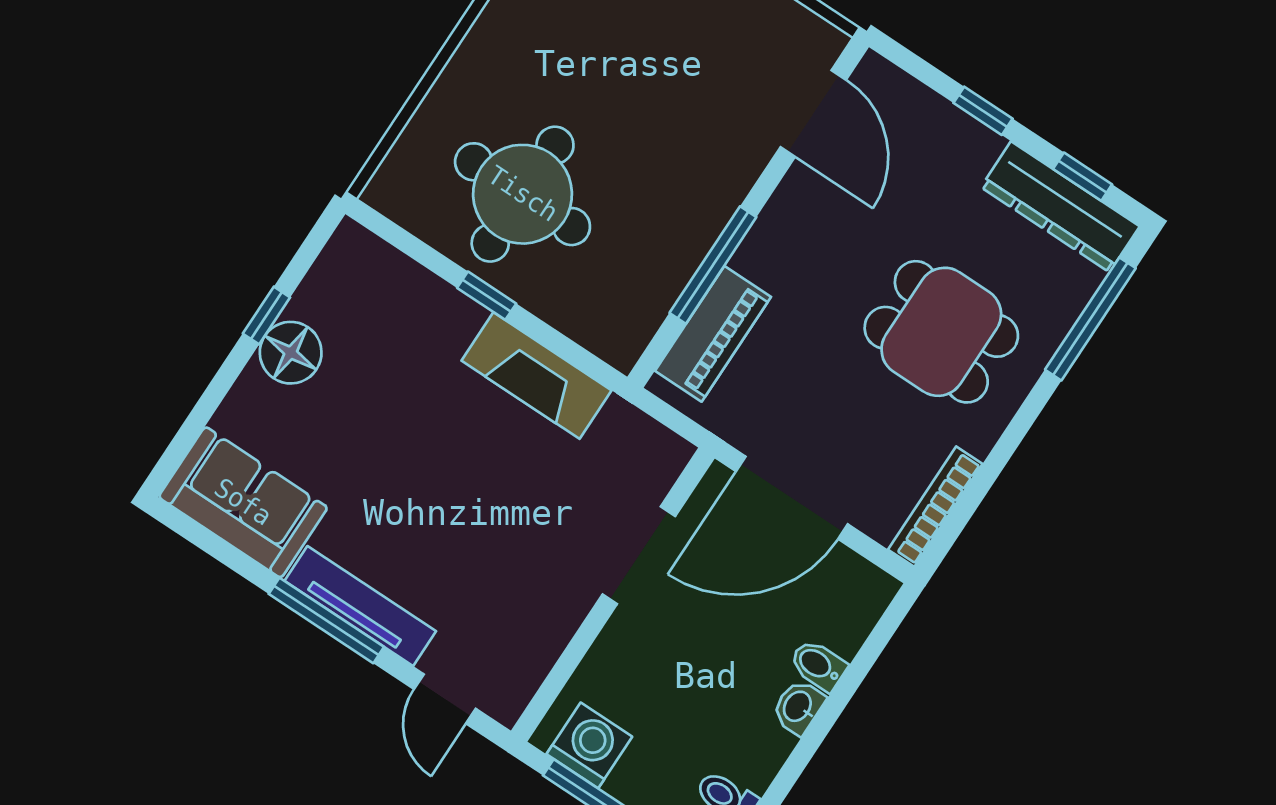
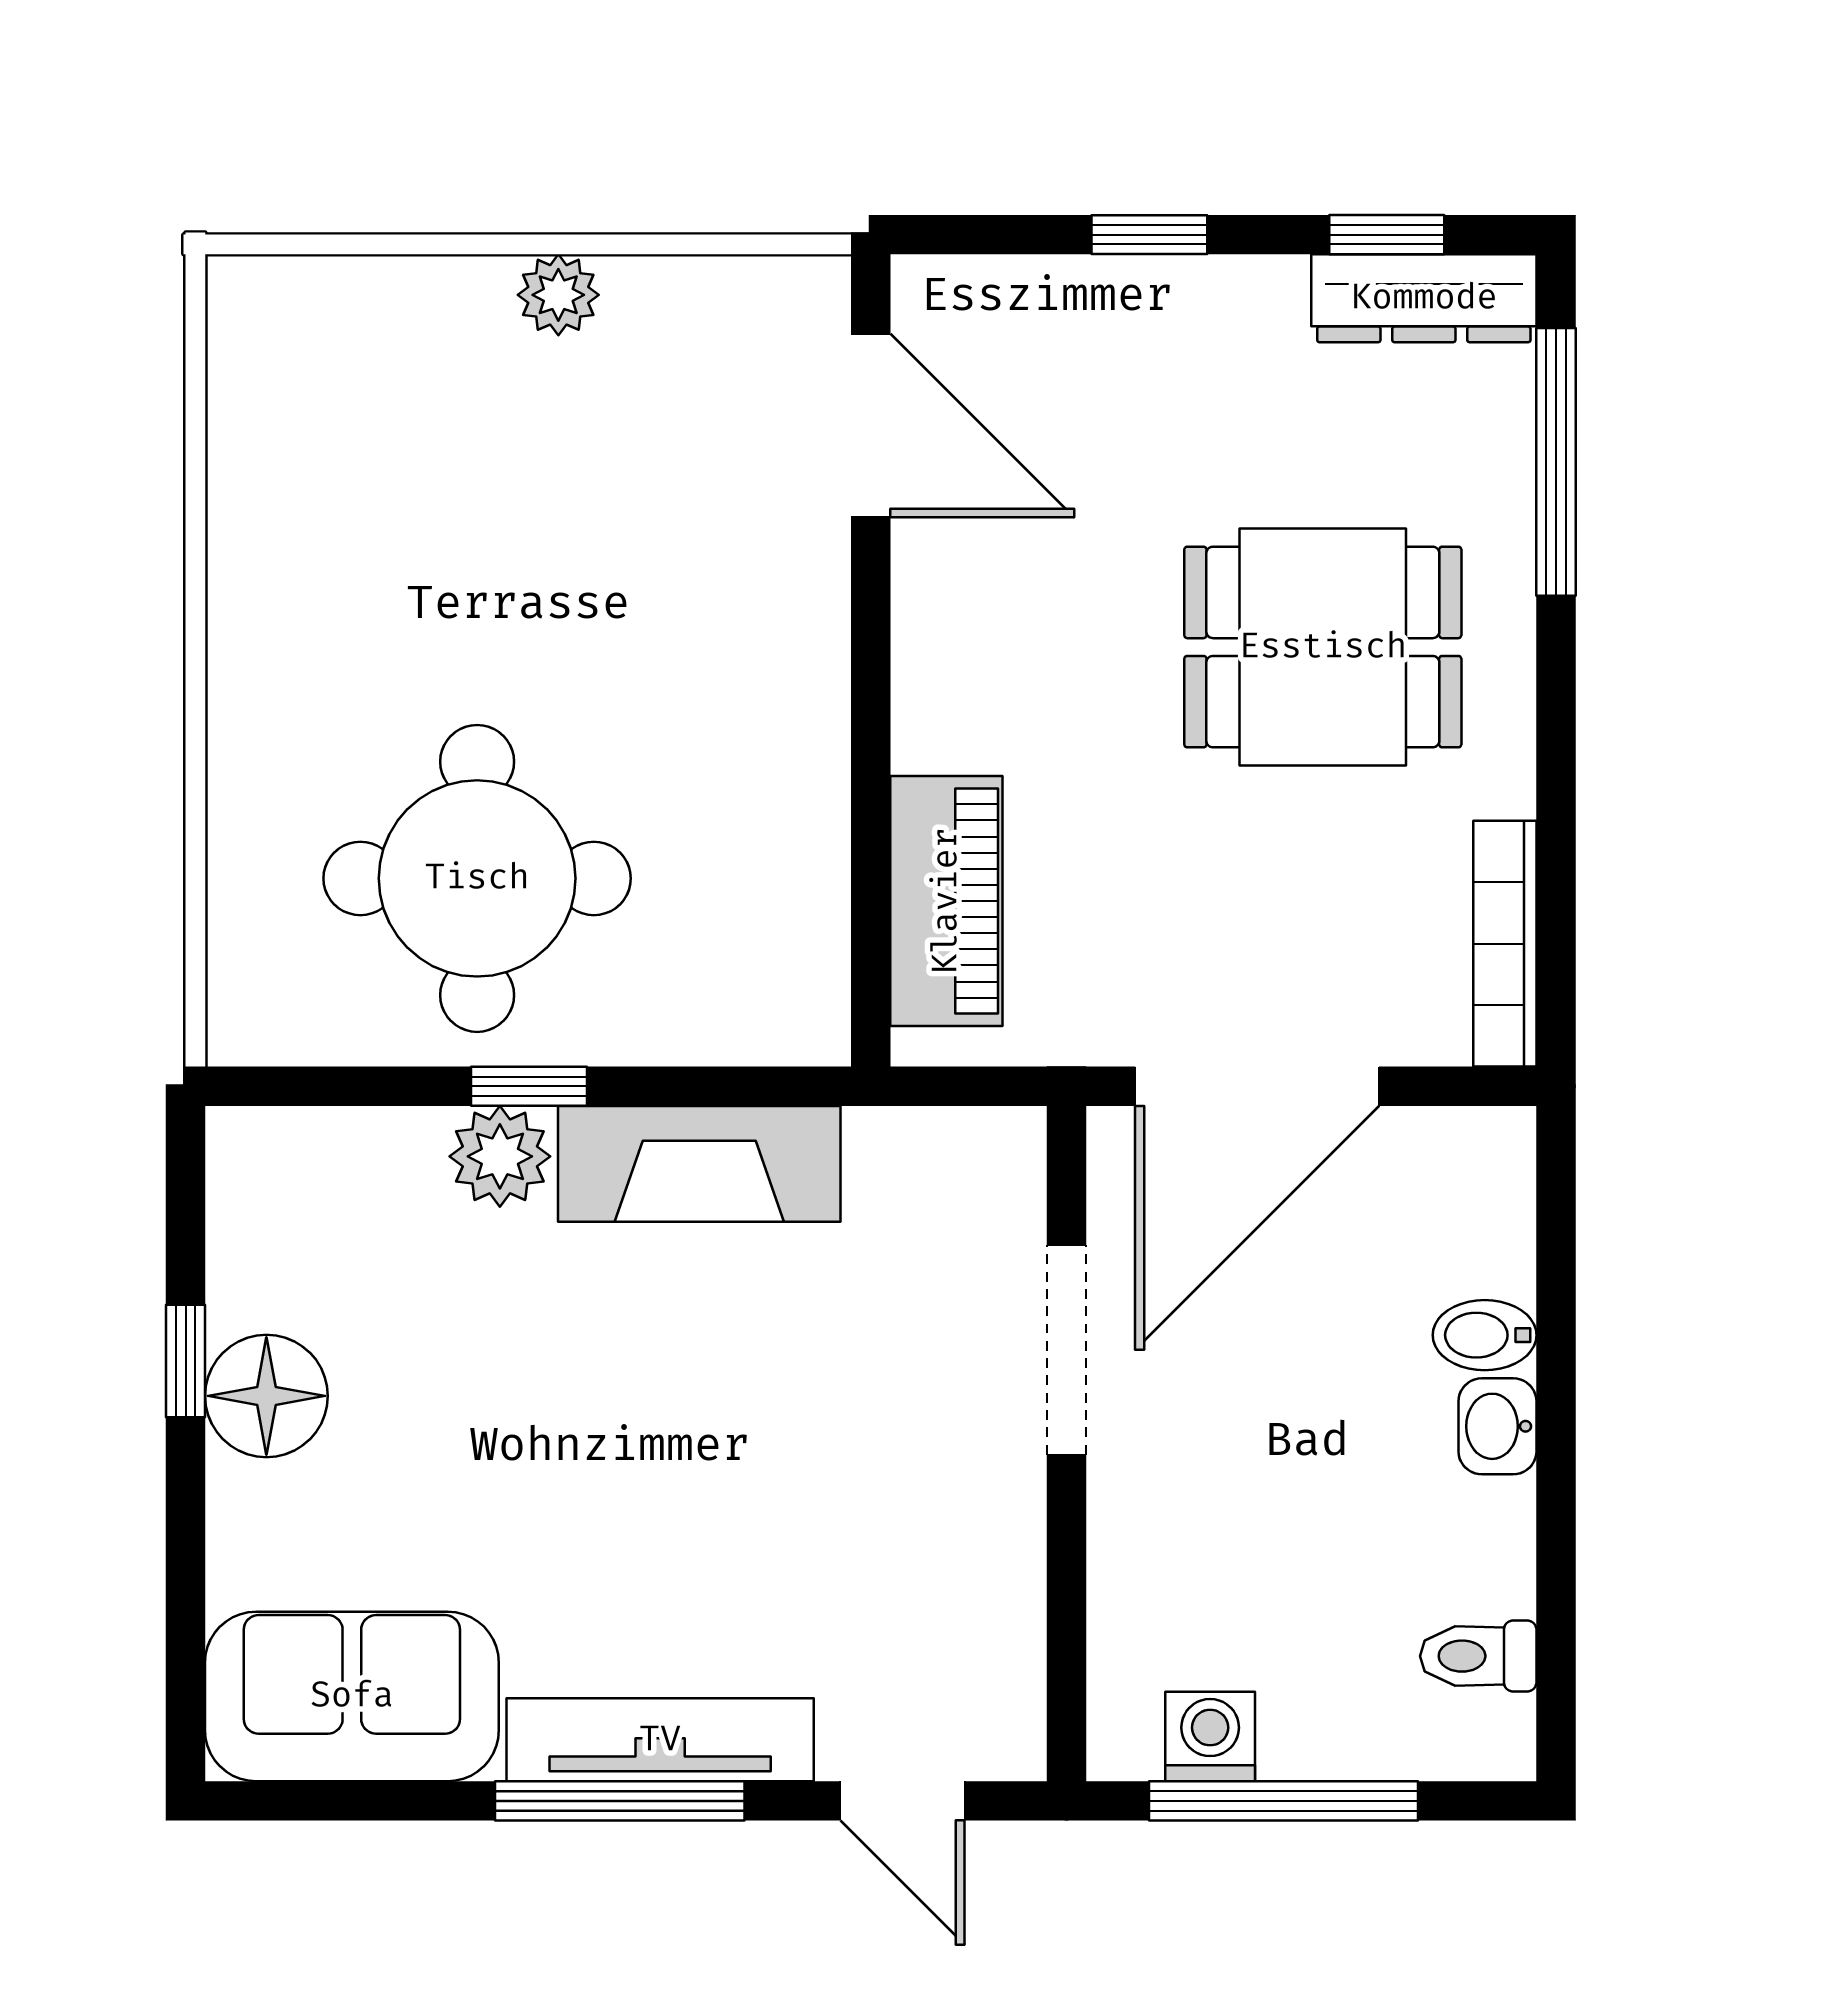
dresser: (1060, 207) -> (1424, 298), width x0.73, depth x0.80
window: (713, 265) -> (871, 787), removed
plant: (455, 317) -> (500, 1156), added
washing machine: (589, 745) -> (1210, 1736), width x0.73, depth x0.73

